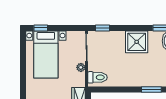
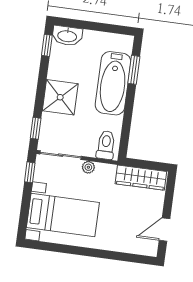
window: (41, 28) -> (30, 172), moved
shower: (137, 42) -> (60, 97), moved
bathtub: (140, 77) -> (113, 83), added

